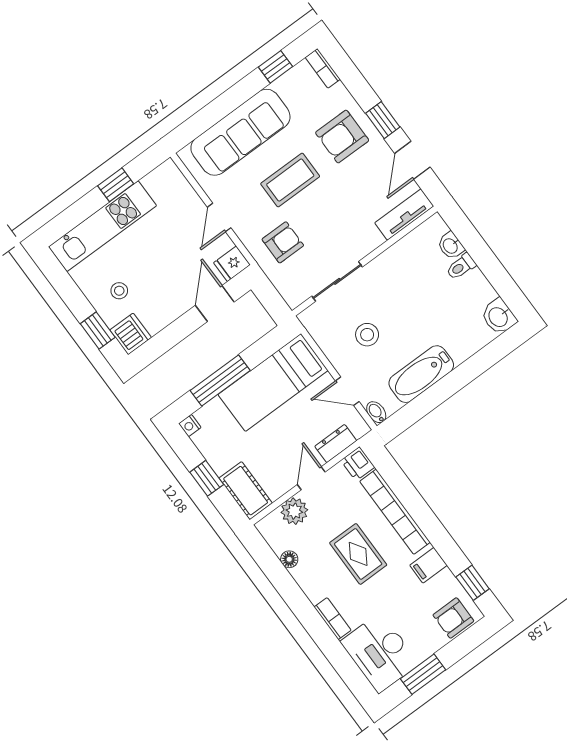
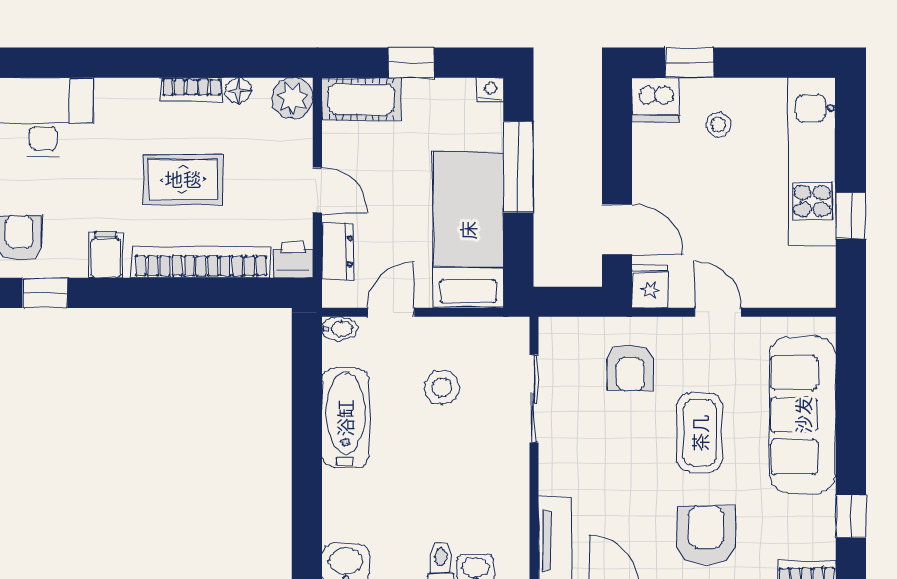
plant: (294, 511) -> (292, 98), moved
bookcase: (333, 619) -> (192, 90), moved

